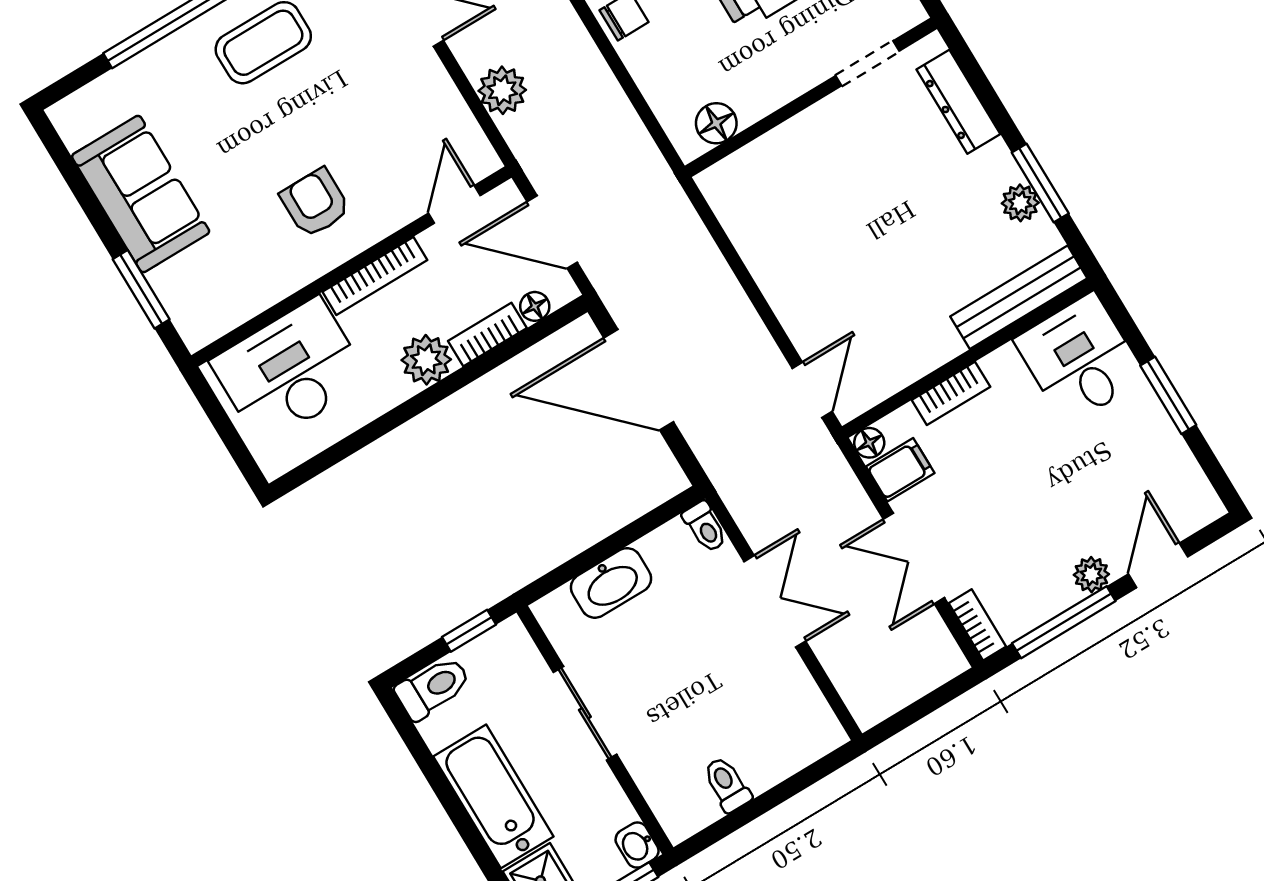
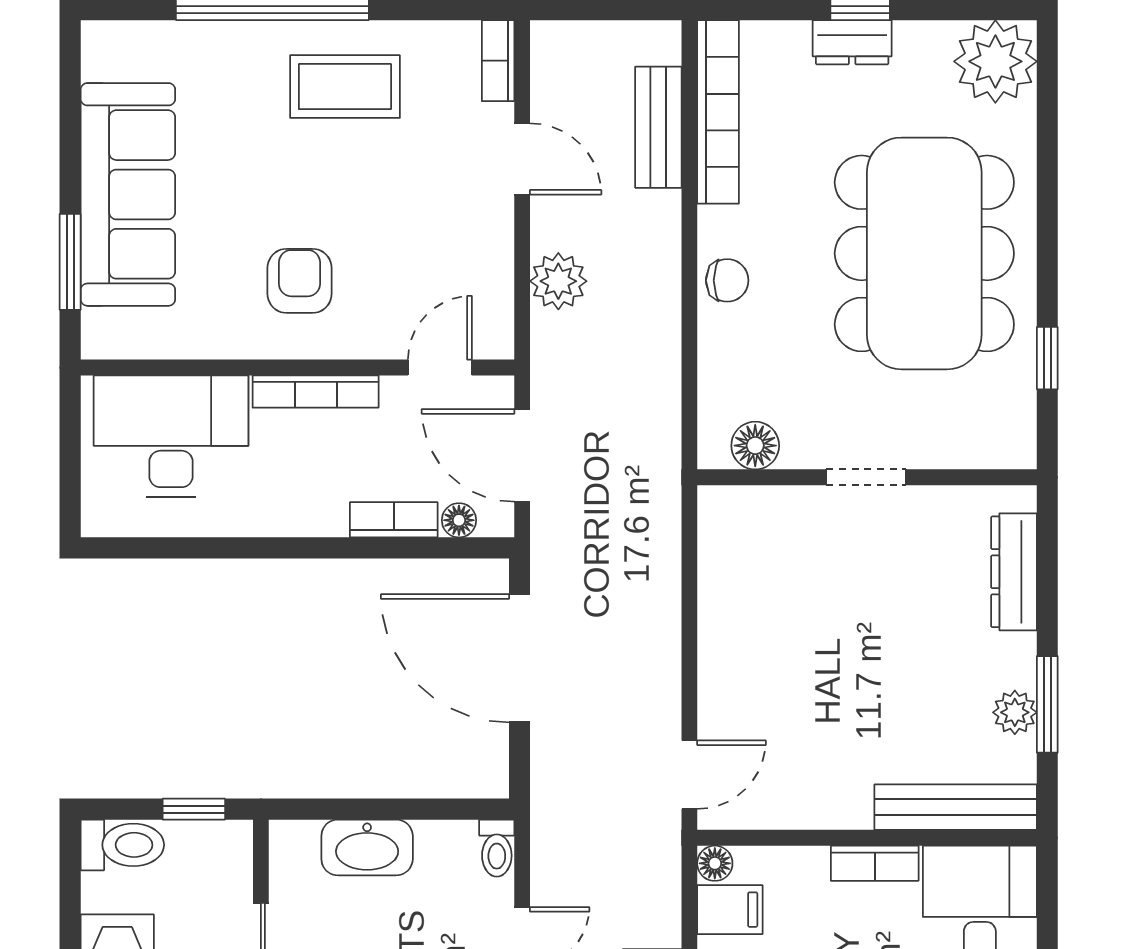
doorway: (867, 63) -> (866, 477), moved
sofa: (141, 194) -> (128, 194), width x1.36
plant: (426, 360) -> (316, 508), removed
bookcase: (951, 393) -> (875, 863), moved

